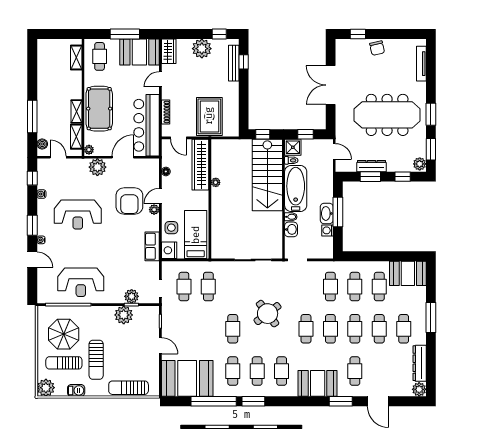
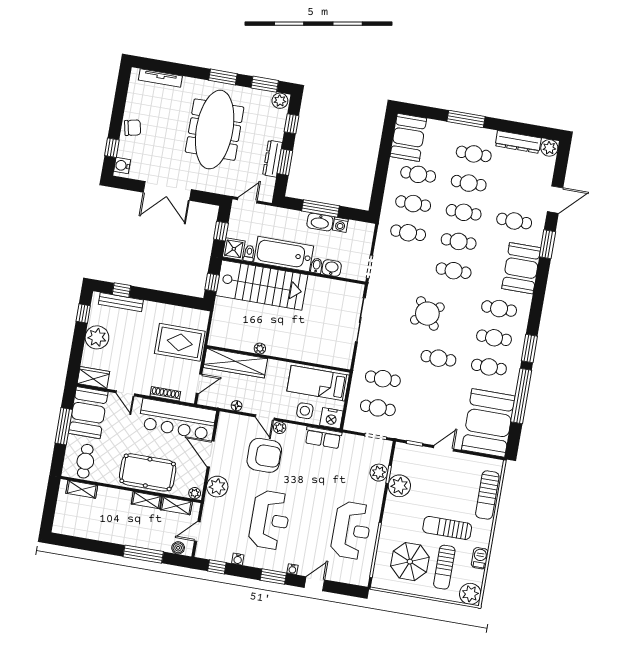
water cooler: (345, 45) -> (122, 166), added
cafe table: (100, 56) -> (85, 461), turned 90
sun lounger: (96, 360) -> (447, 528), turned 180

